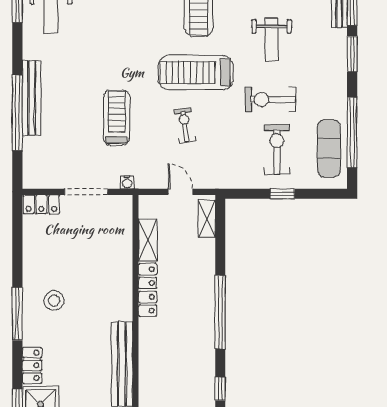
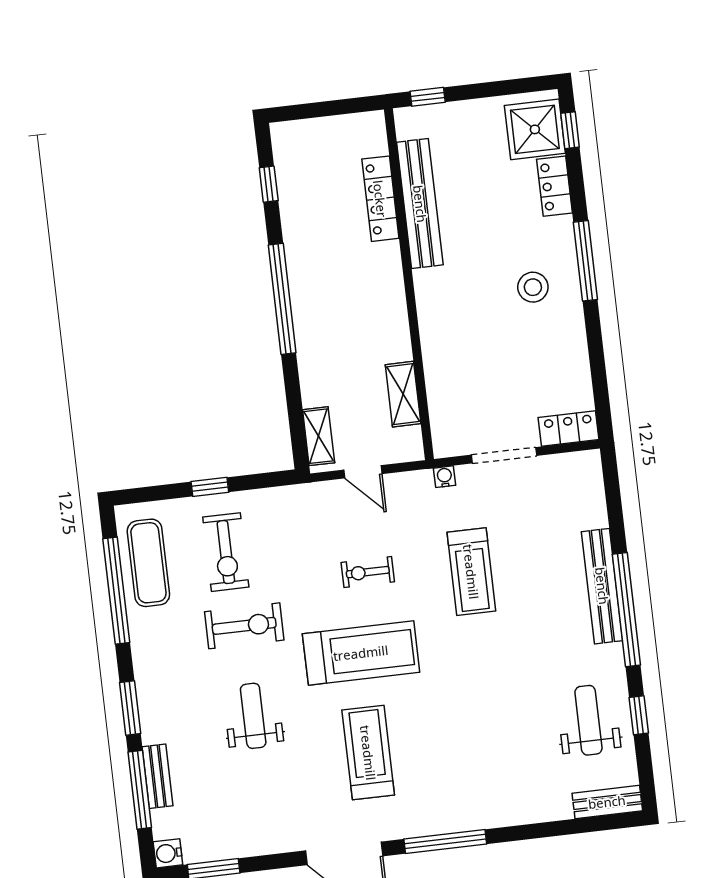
window: (17, 113) -> (626, 610), moved
exercise bike: (185, 125) -> (368, 572), turned 99
locker: (148, 290) -> (380, 199), moved

